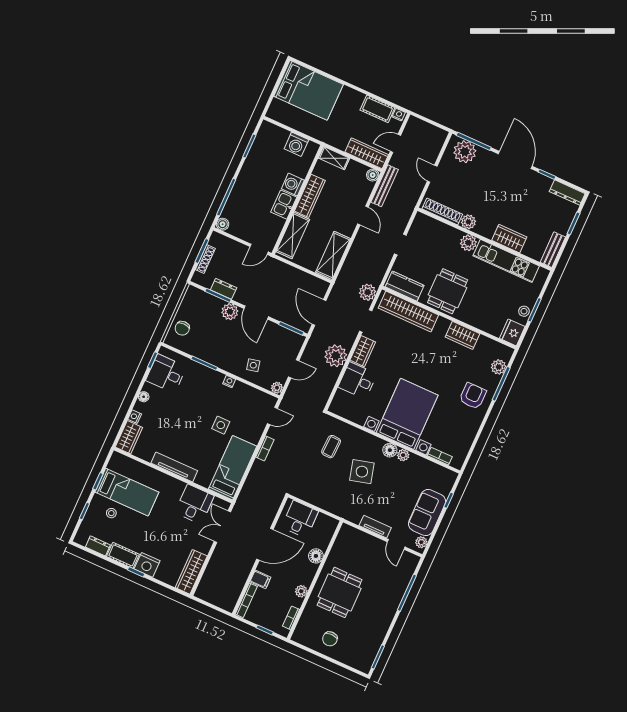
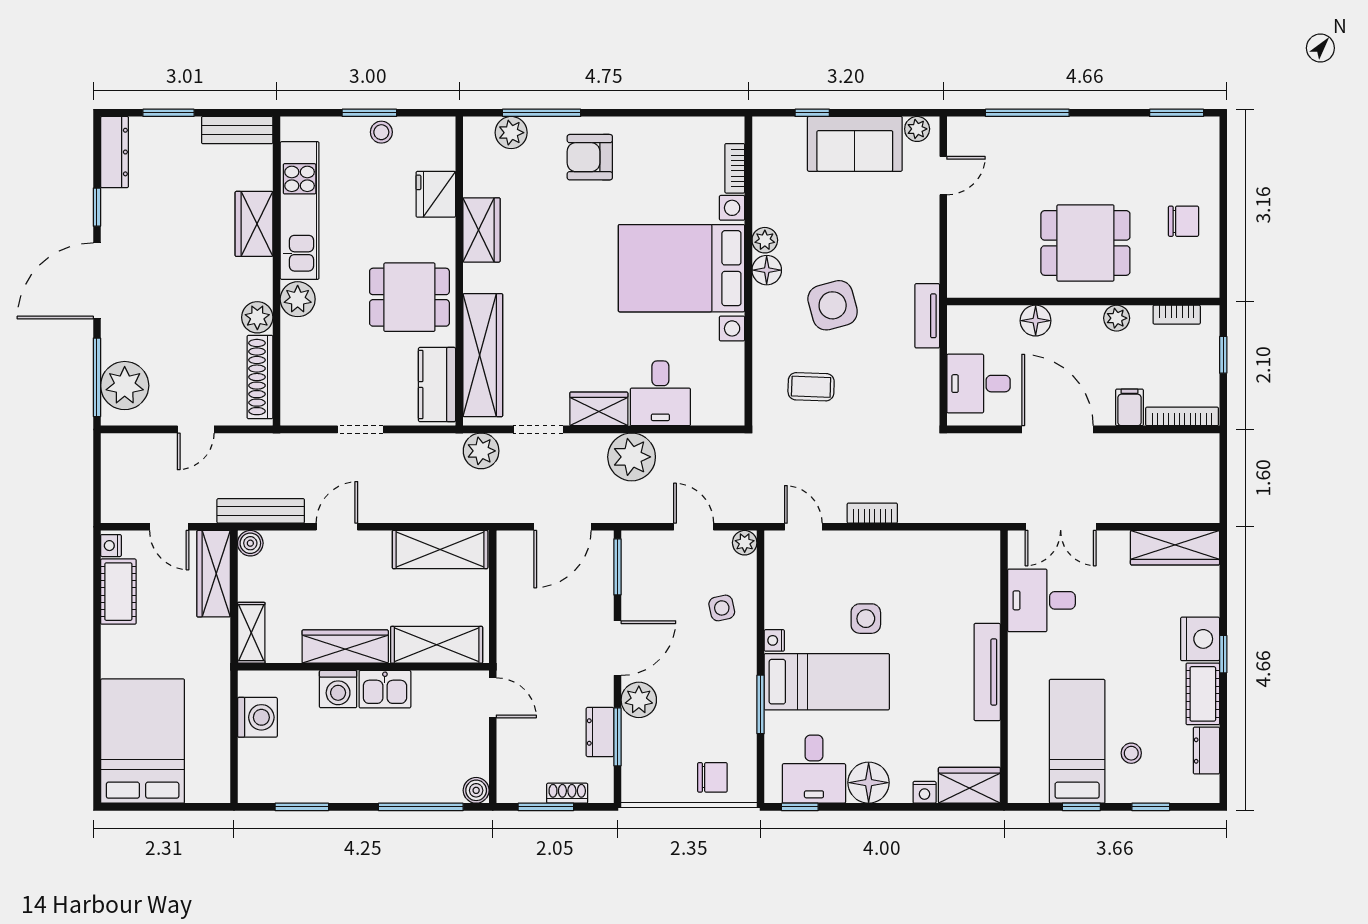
shoe rack: (205, 259) -> (567, 793), width x0.70
fridge: (512, 332) -> (436, 194), moved, turned 90
floor lamp: (144, 397) -> (869, 783), width x1.89, depth x1.89
bed: (233, 468) -> (827, 682), moved, turned 180
tv unit: (375, 527) -> (927, 316), moved

